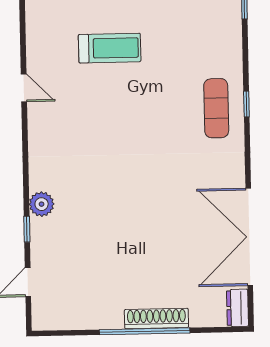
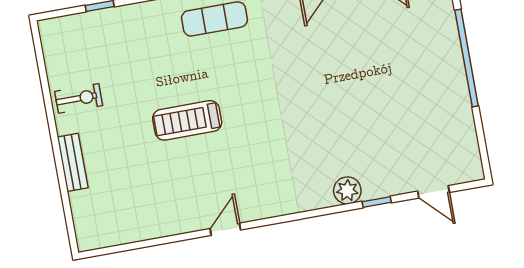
treadmill: (110, 48) -> (187, 120), moved, turned -90
shoe rack: (156, 318) -> (451, 47), removed

